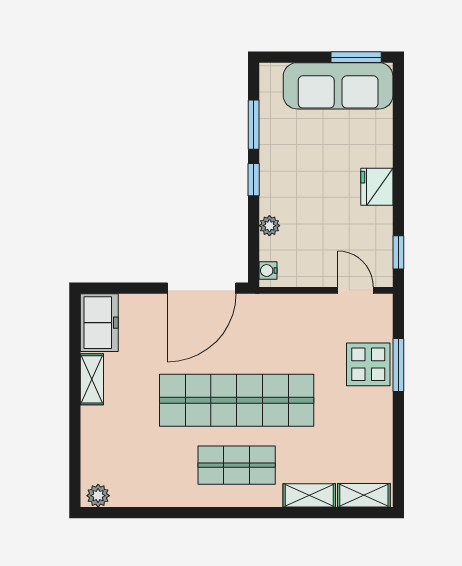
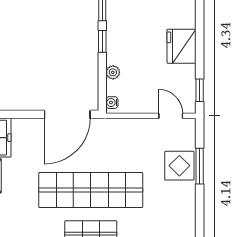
fridge: (377, 187) -> (182, 46), width x1.36, depth x1.34

